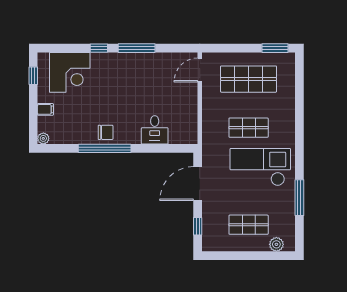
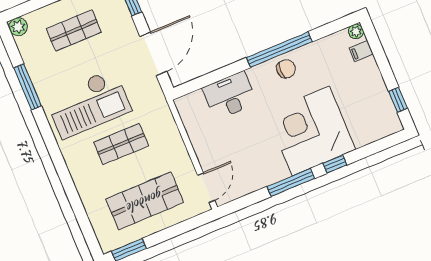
corner desk: (70, 72) -> (311, 131), moved, width x1.36, depth x1.36
filing cabinet: (45, 109) -> (361, 51), moved
desk: (155, 130) -> (230, 96), width x1.37
chair: (106, 132) -> (286, 69), turned 180
plant: (276, 244) -> (18, 27), moved

